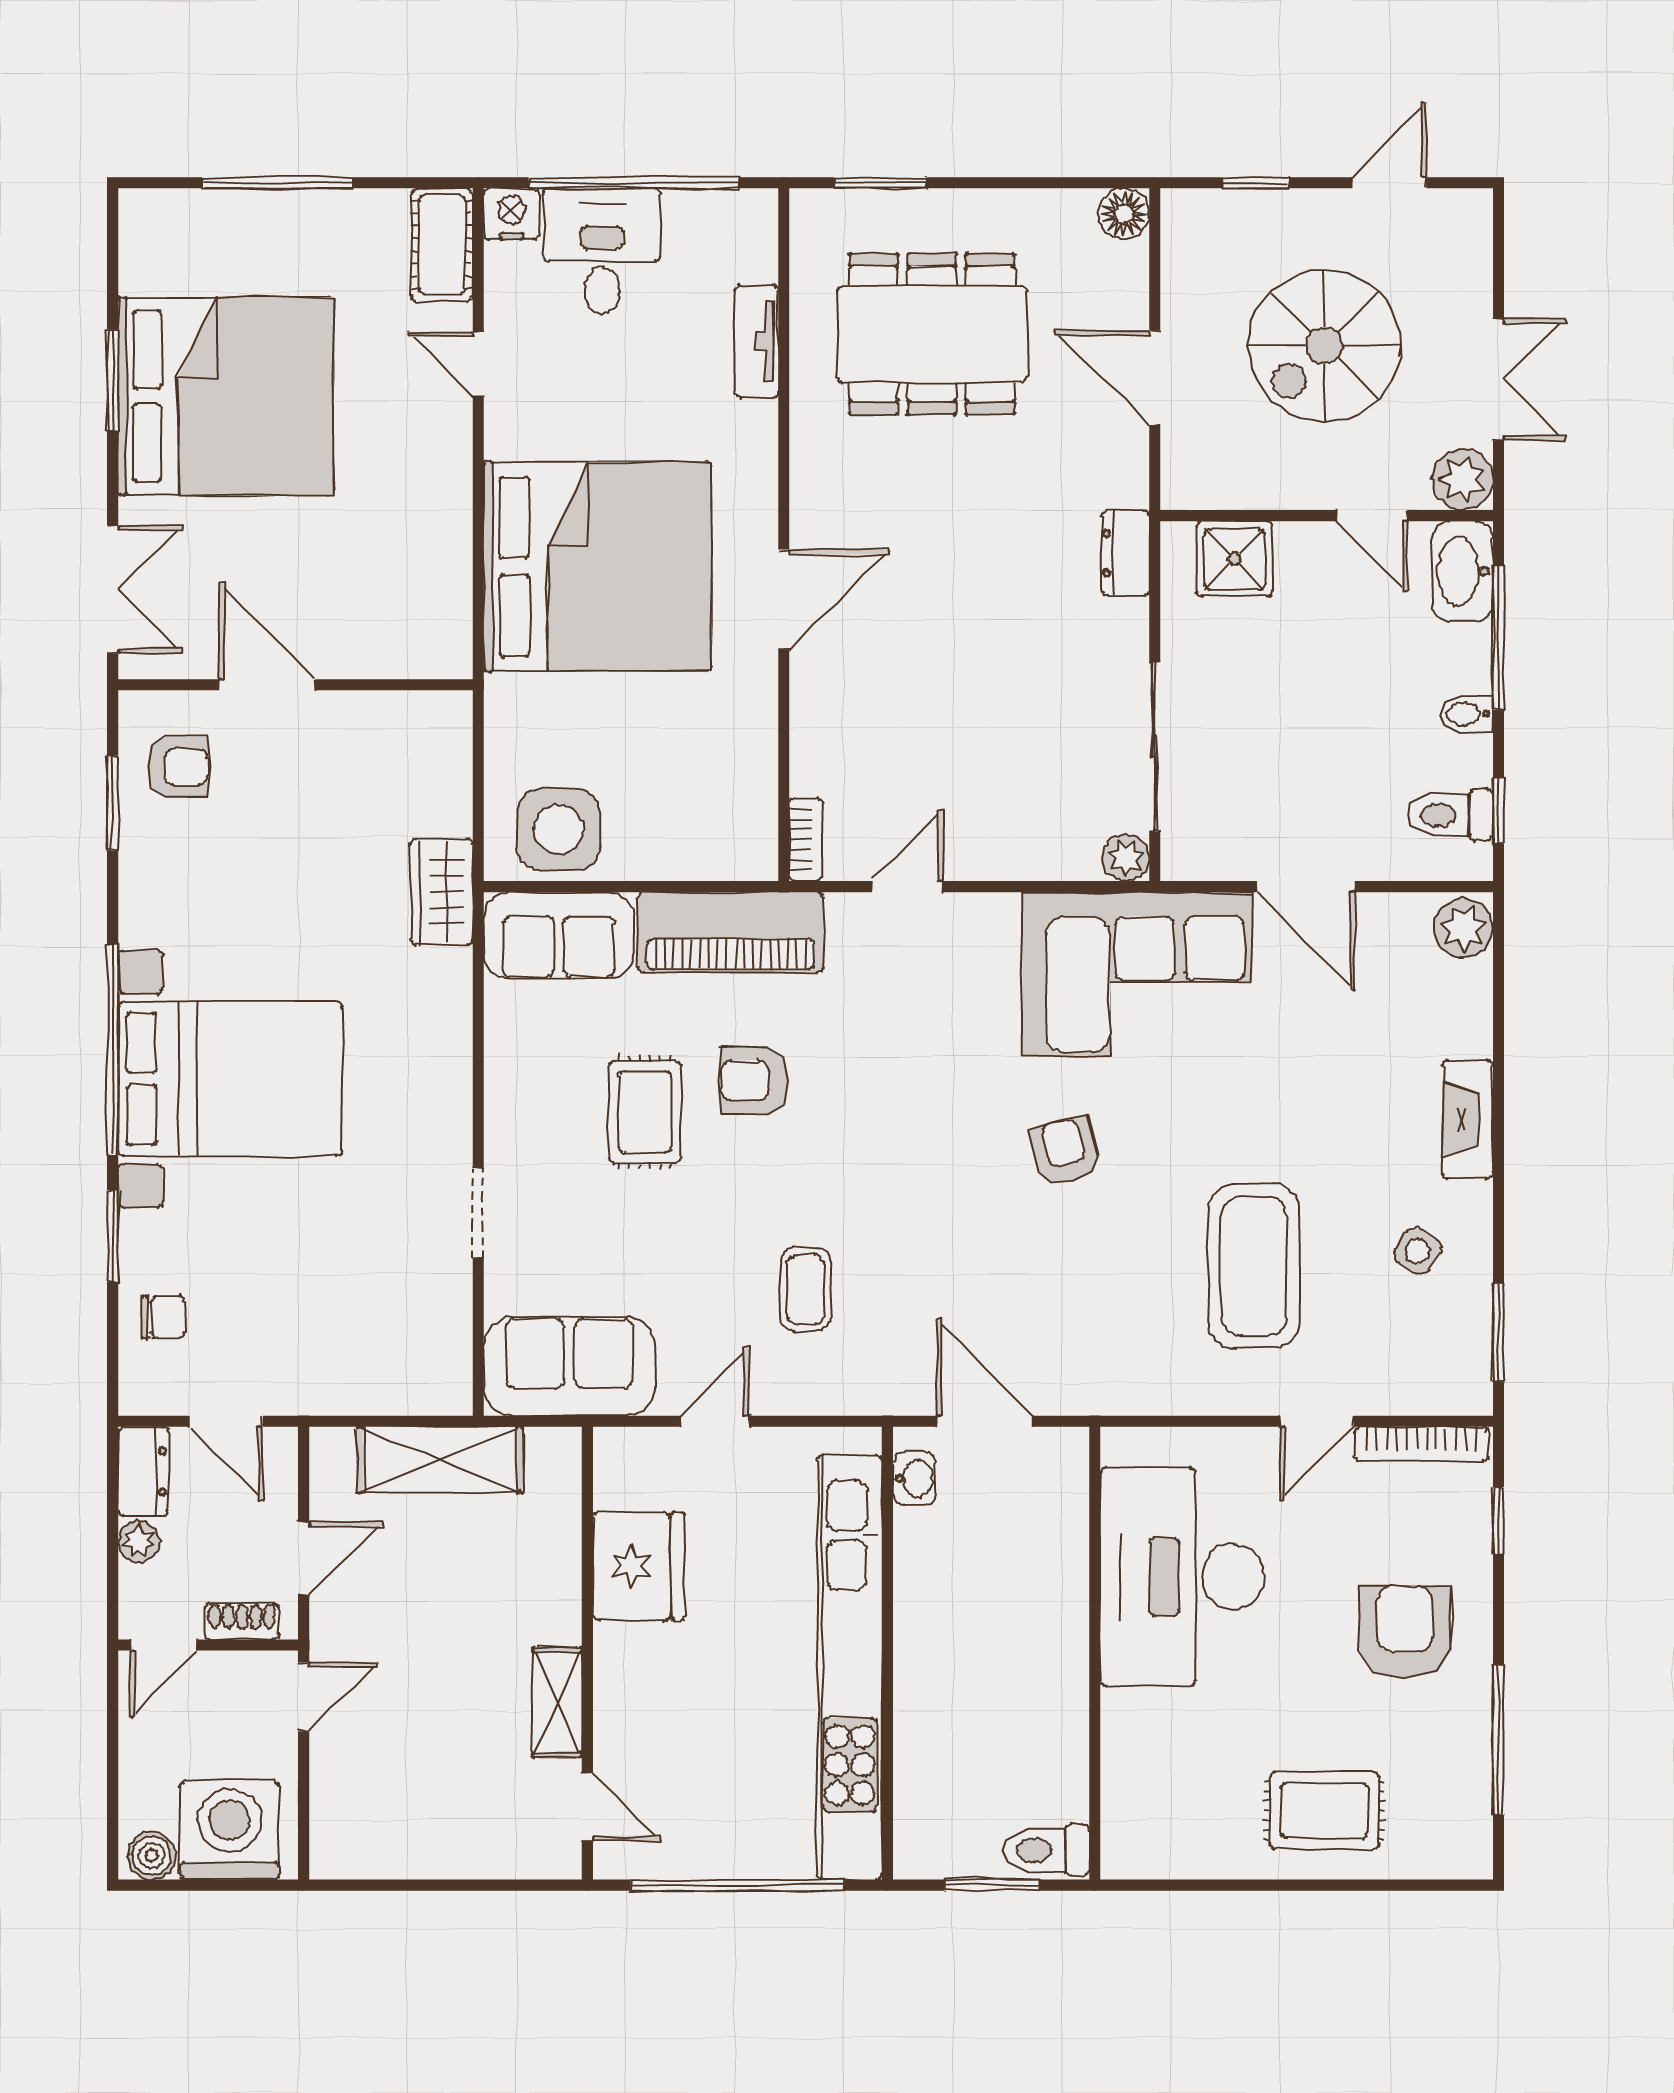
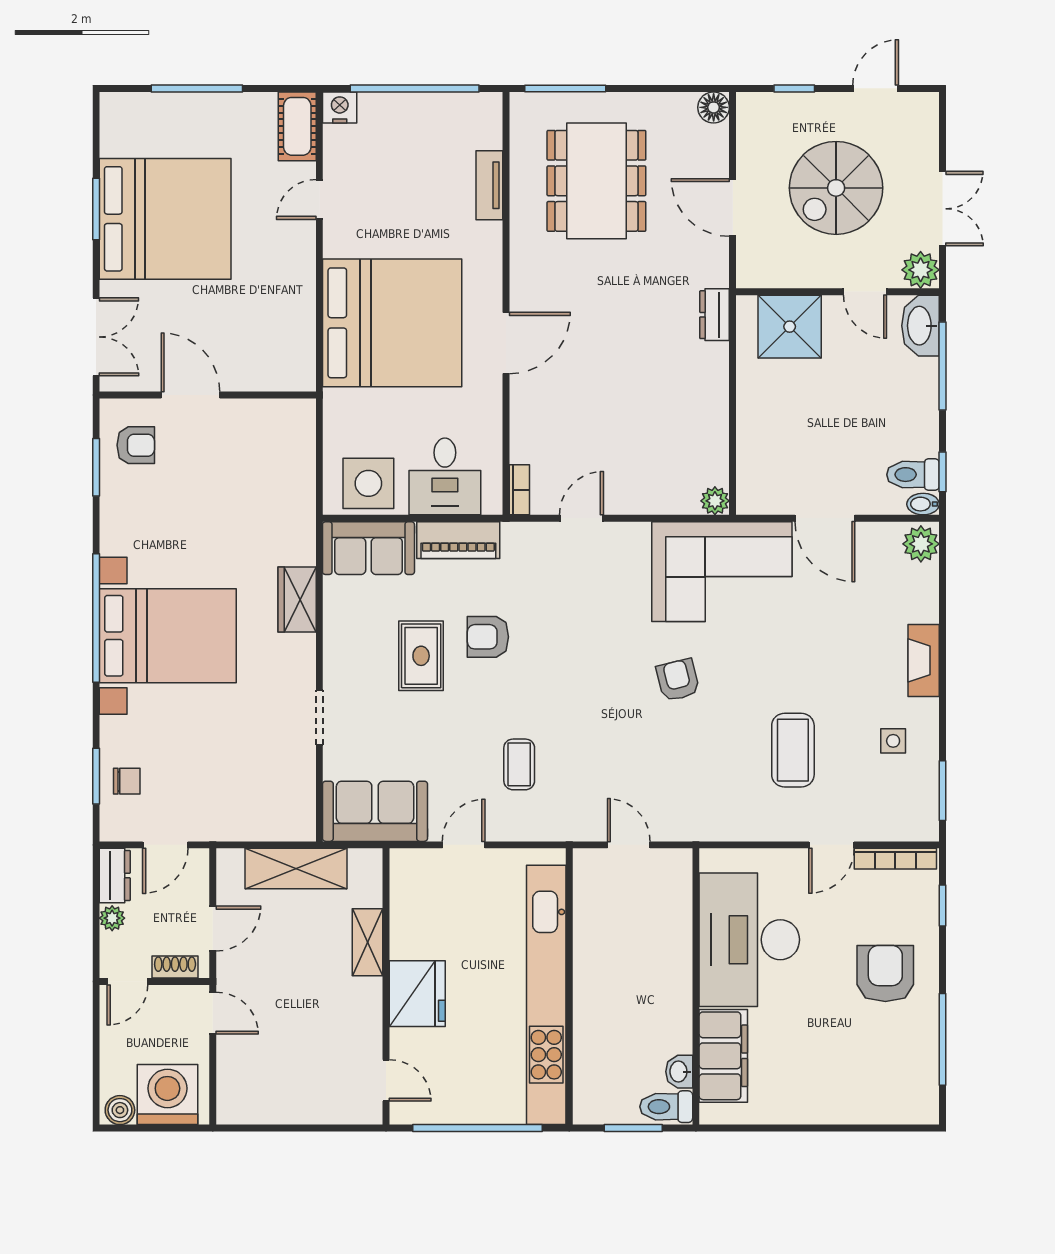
window: (881, 183) -> (565, 88), width x1.44
desk: (602, 251) -> (445, 476), moved, turned 180
dining table: (932, 334) -> (596, 181), turned 90
door: (478, 364) -> (319, 199), hinge flipped
shower: (1234, 559) -> (790, 327), width x1.36, depth x1.36
bidet: (1467, 714) -> (923, 504), moved
sliding door: (1155, 746) -> (733, 433), removed
wardrobe: (442, 892) -> (297, 600), moved
piano: (731, 932) -> (458, 540), width x0.73, depth x0.75
window: (113, 1236) -> (96, 776), moved
side table: (1418, 1251) -> (893, 741), turned -33
coffee table: (1254, 1266) -> (793, 750), width x0.73, depth x0.76
door: (226, 1421) -> (165, 845), hinge flipped
door: (985, 1421) -> (629, 845), width x0.73
washbasin: (915, 1479) -> (679, 1072), moved, turned 180
fridge: (639, 1566) -> (417, 994), moved
door: (304, 1697) -> (213, 1013), hinge flipped
shelving: (557, 1702) -> (368, 942), moved
filing cabinet: (1140, 1767) -> (723, 1056), added
rug: (1324, 1811) -> (836, 1083), removed

